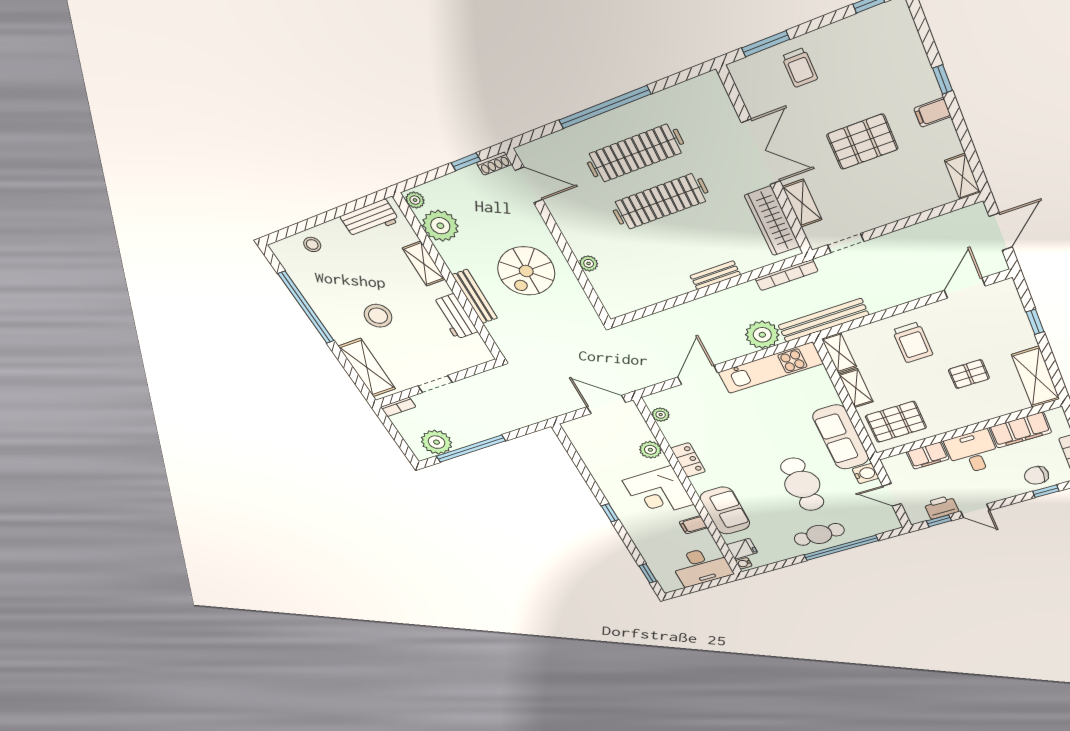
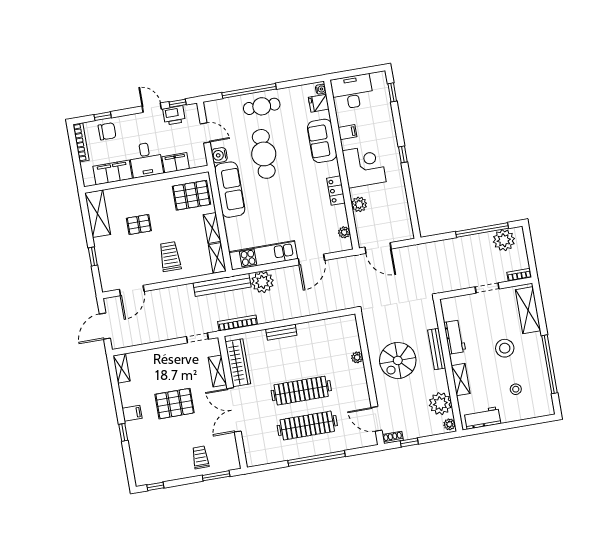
stool: (312, 244) -> (516, 389), moved
spiral stairs: (526, 271) -> (398, 360), turned 180

